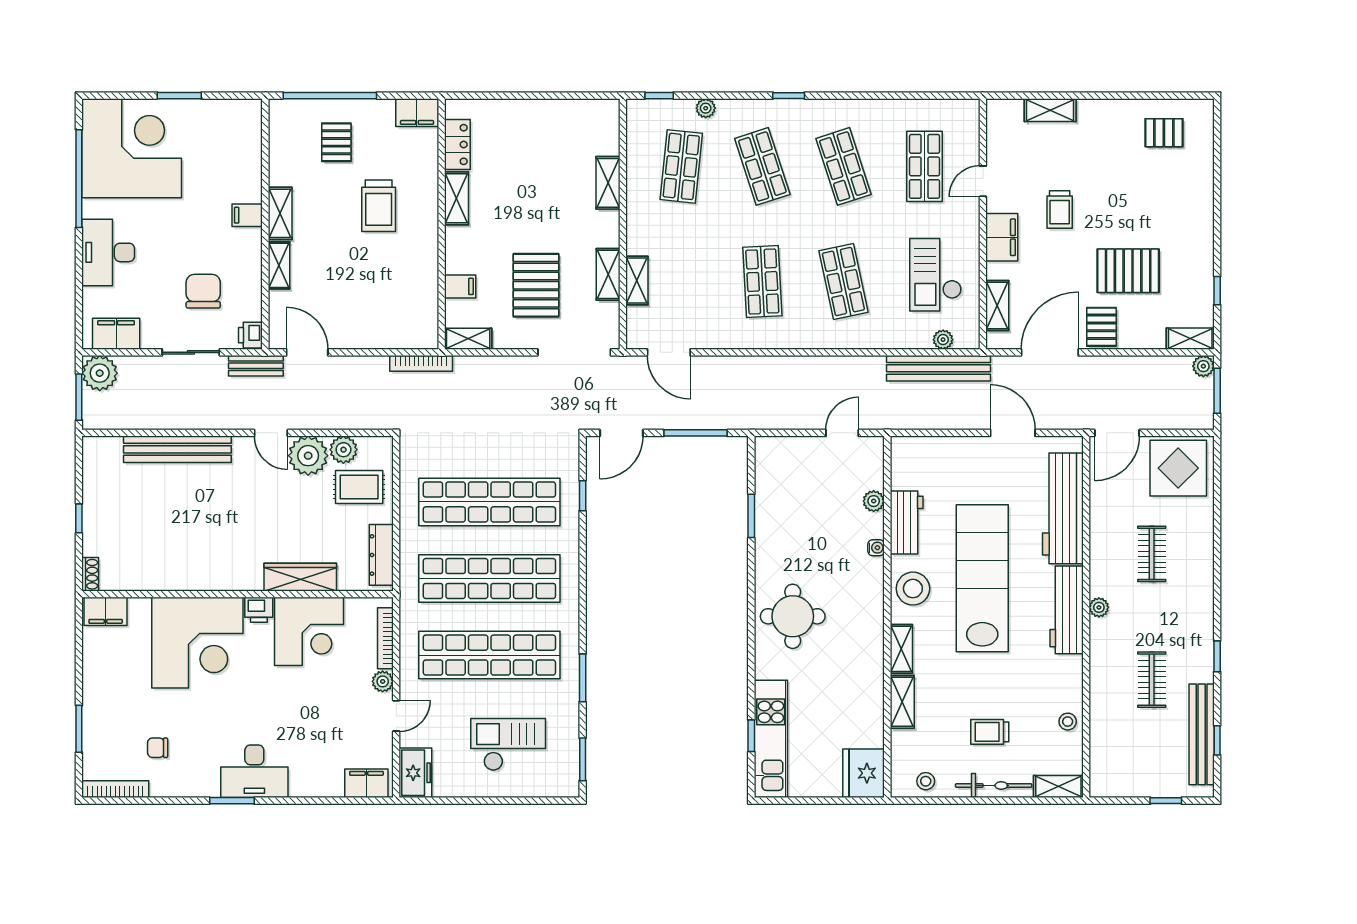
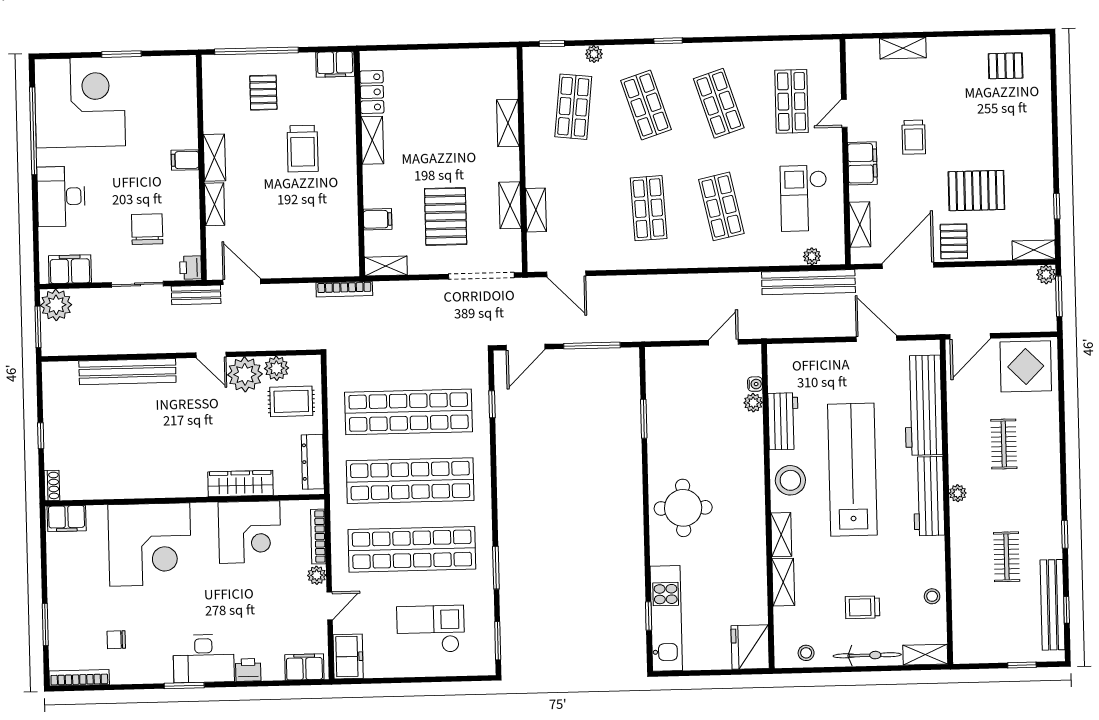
water cooler: (876, 548) -> (755, 384), moved
printer: (259, 610) -> (248, 670), moved, turned 180

